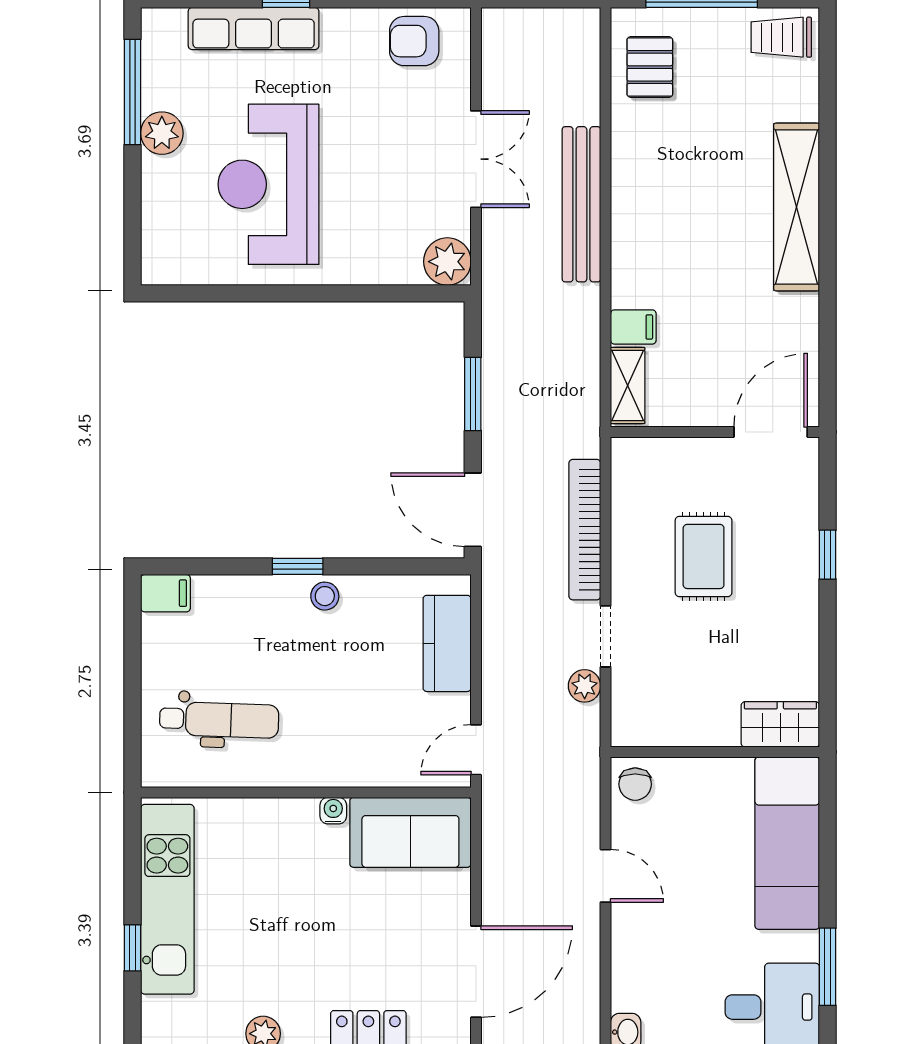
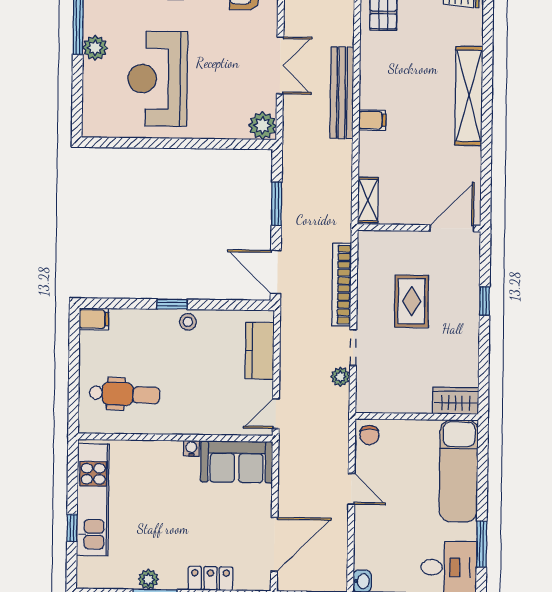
filing cabinet: (633, 327) -> (372, 120), moved

